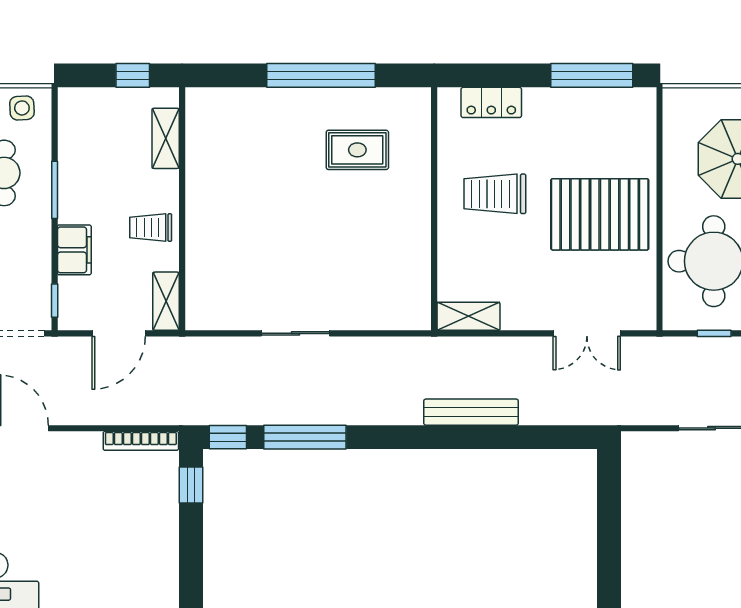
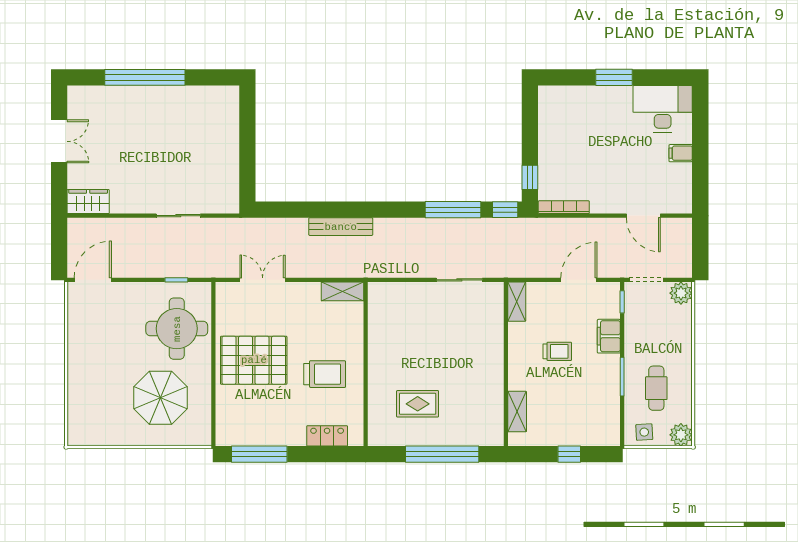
shelving: (166, 138) -> (517, 412), moved
wall: (182, 209) -> (506, 364), moved
shelving: (166, 301) -> (517, 302), moved

